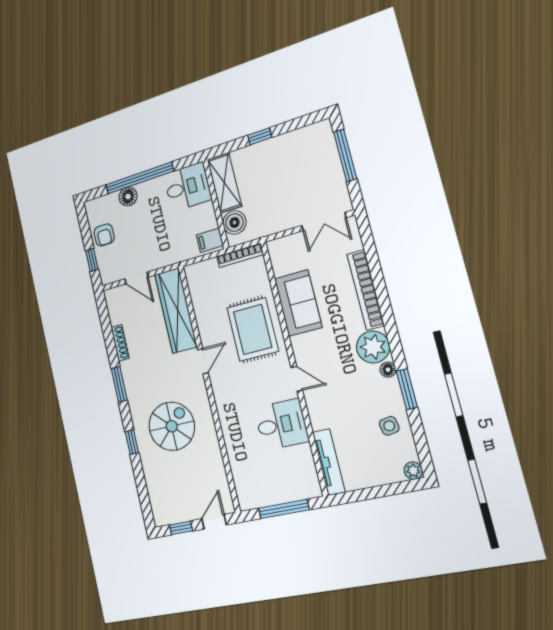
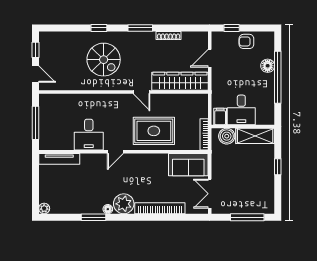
desk: (188, 187) -> (241, 110), moved
sofa: (298, 303) -> (188, 165), moved
side table: (389, 426) -> (74, 201), removed

